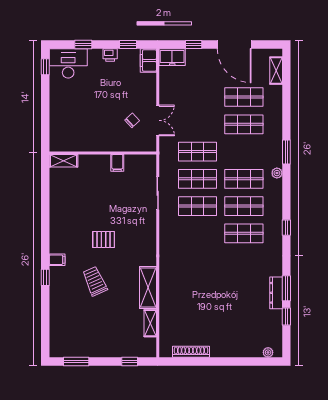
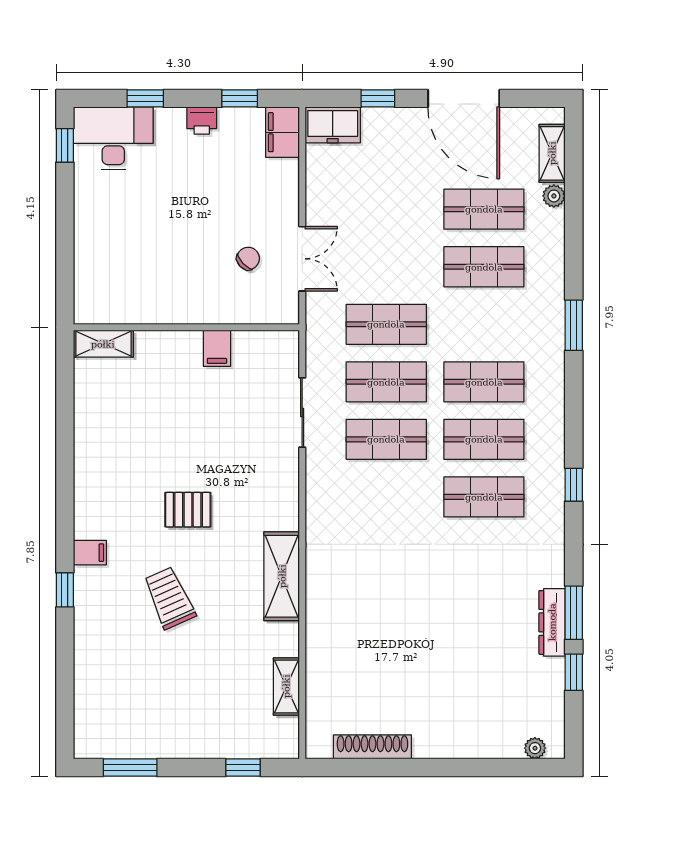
plant: (277, 173) -> (554, 196), moved
shelving: (148, 287) -> (282, 576), moved

